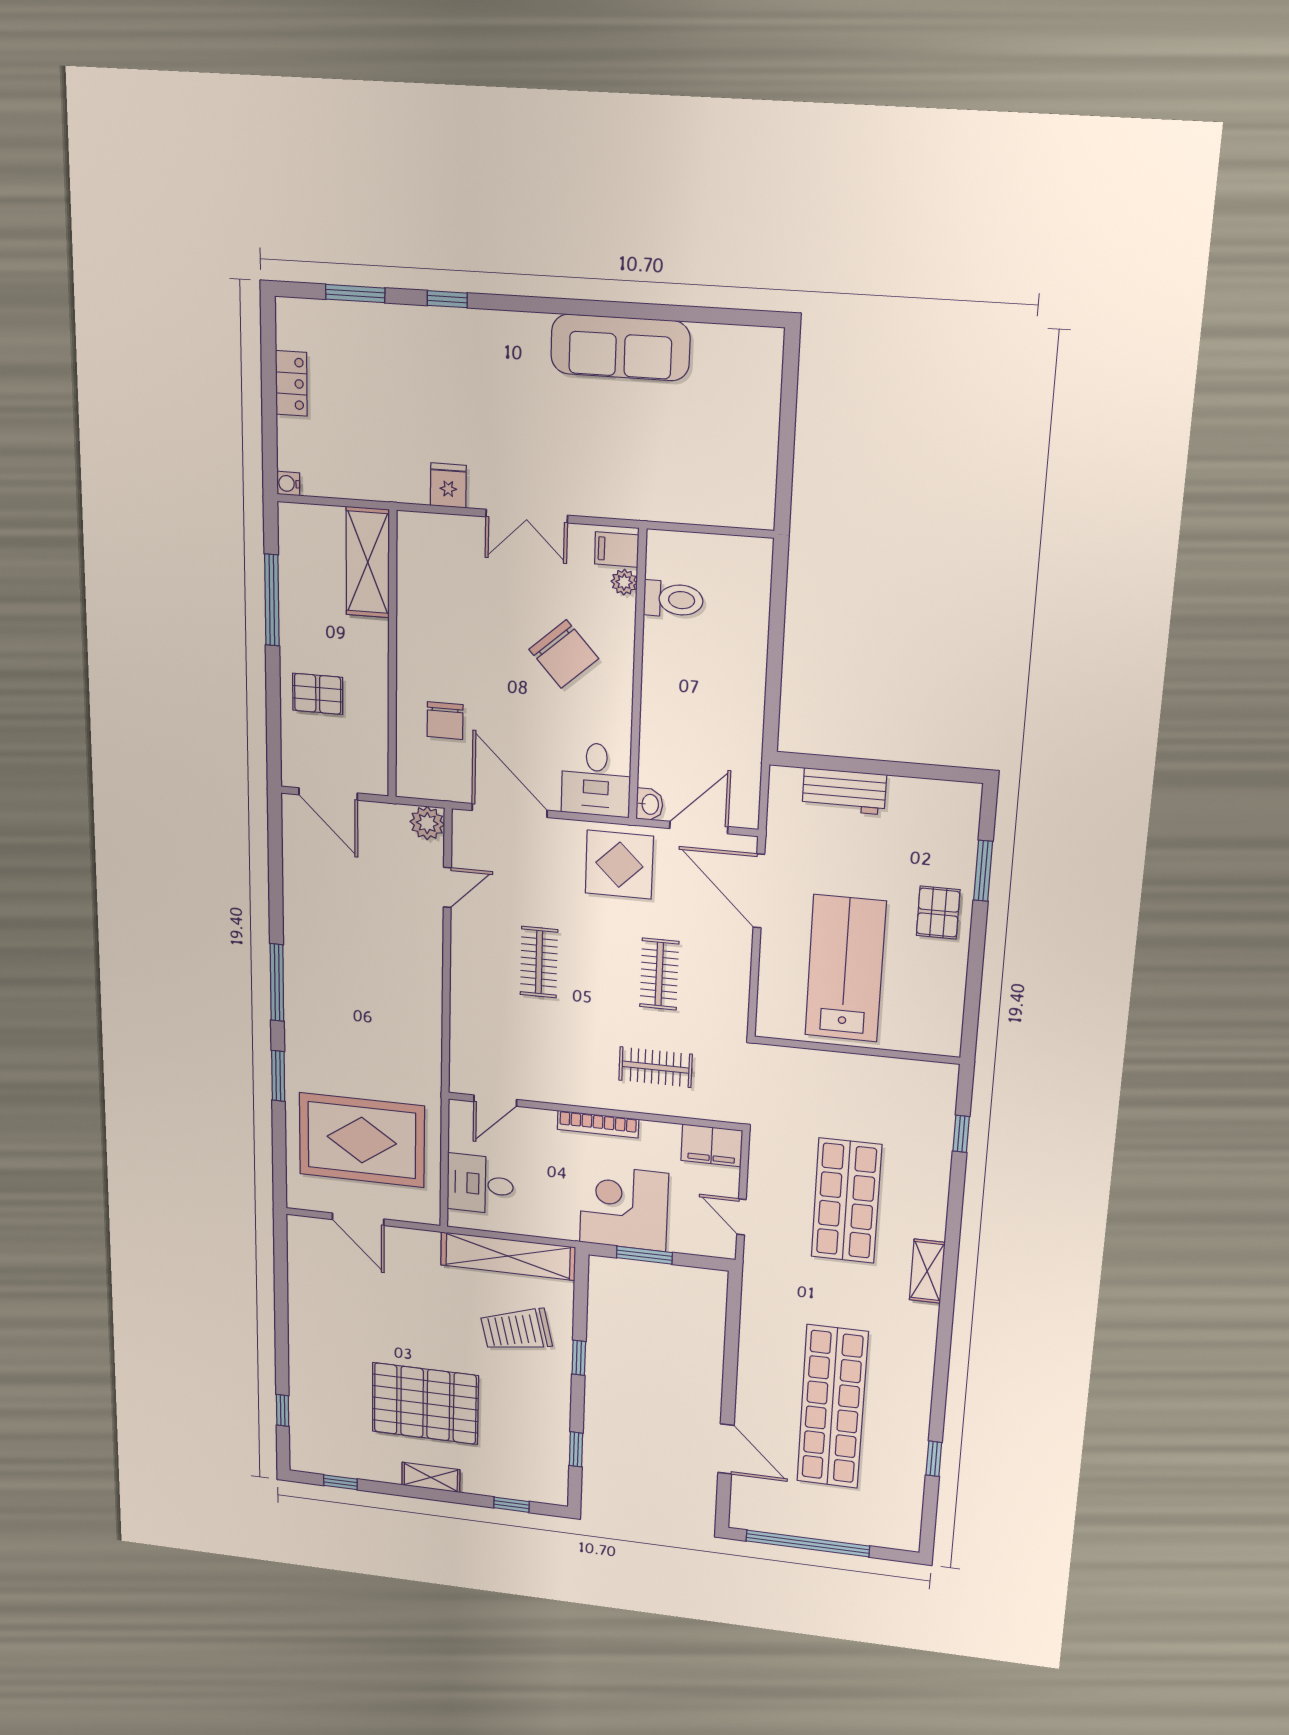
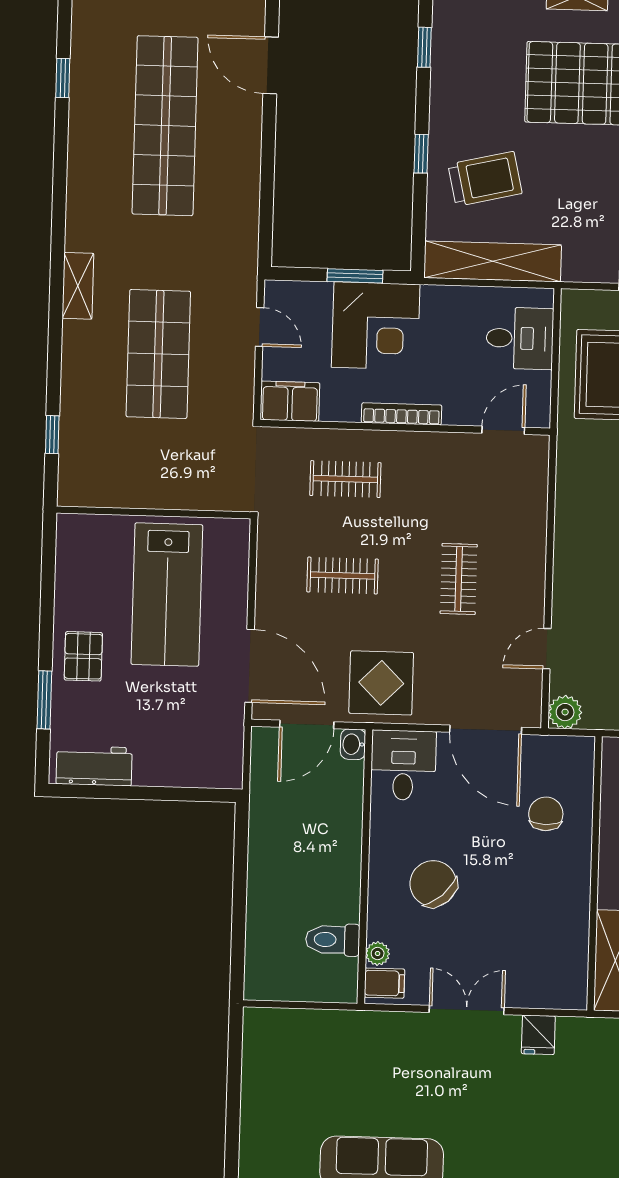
workbench: (844, 791) -> (94, 766), moved
clothes rail: (659, 974) -> (343, 576), turned 90

